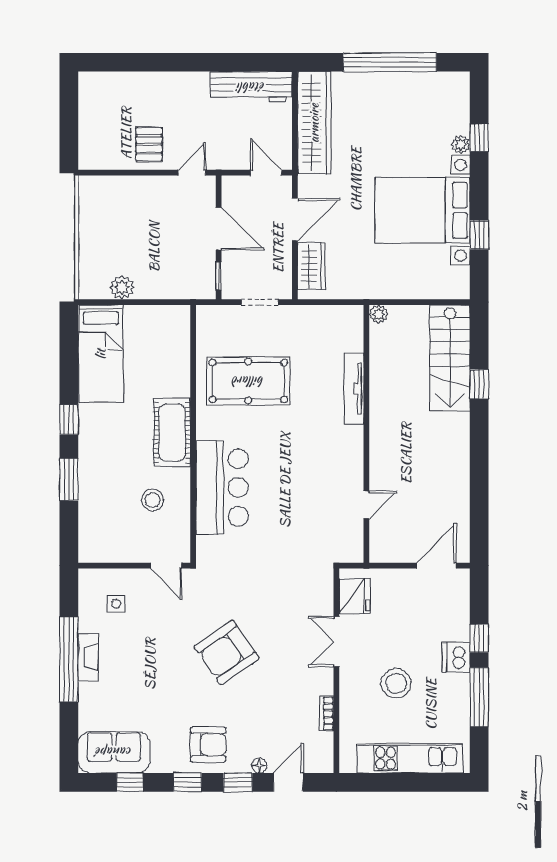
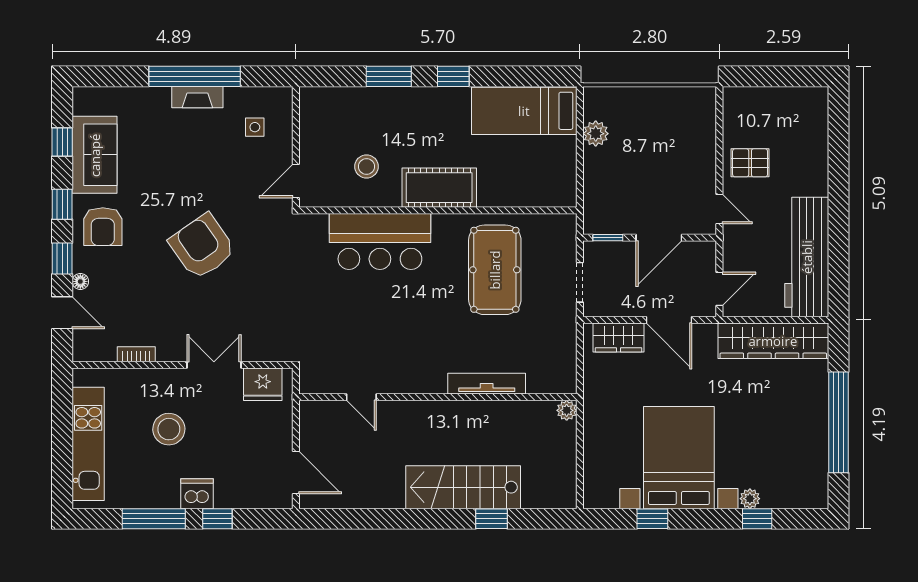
workbench: (251, 87) -> (807, 257), width x1.36, depth x1.32
stairs: (450, 358) -> (463, 487), moved
sofa: (114, 752) -> (95, 155), moved

